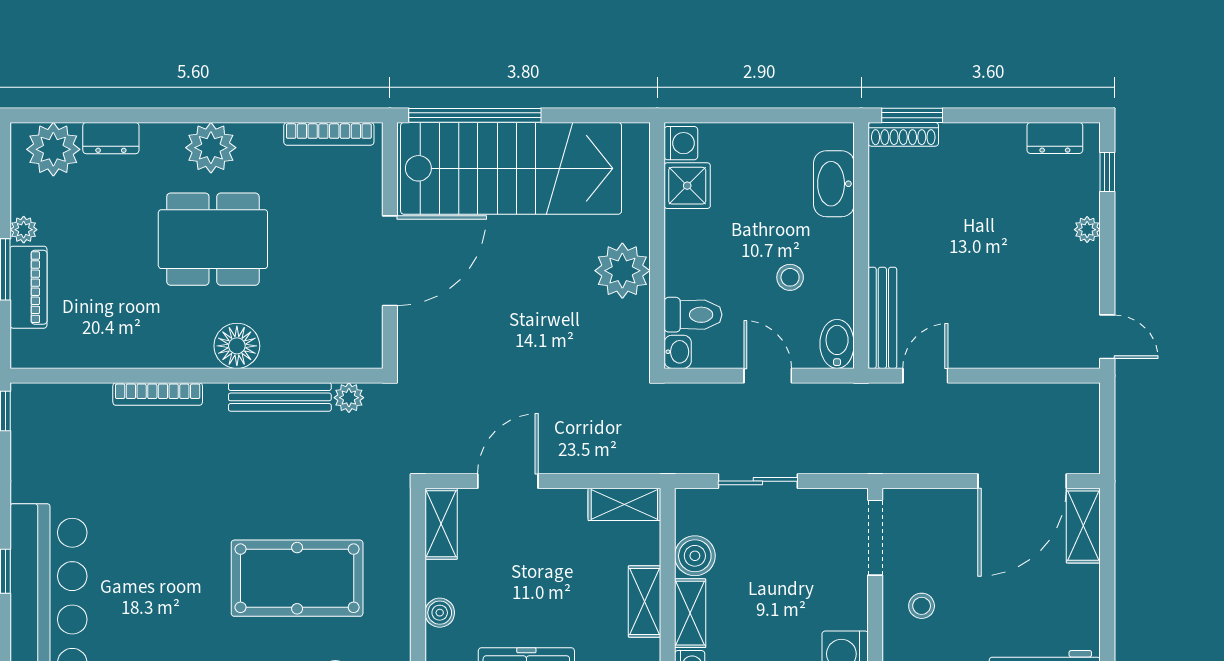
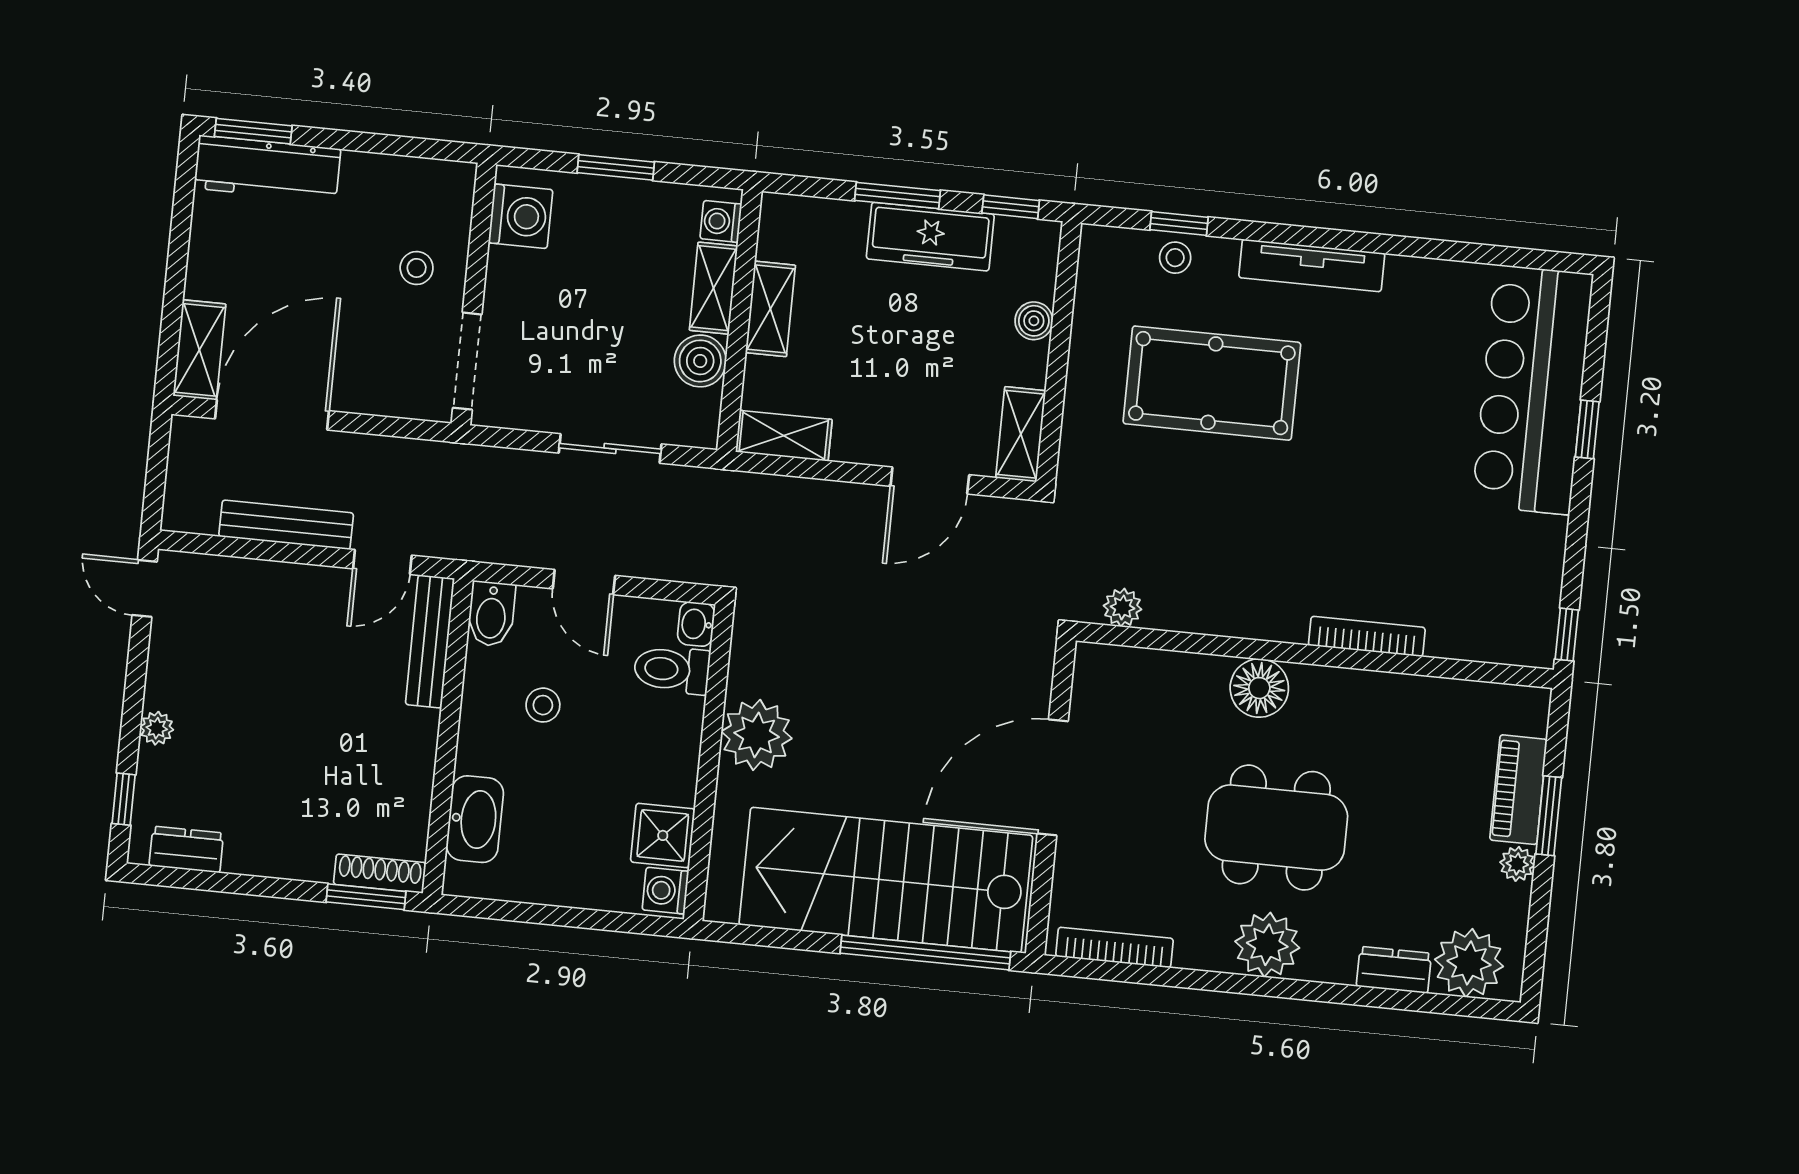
bench: (280, 397) -> (286, 525), moved

